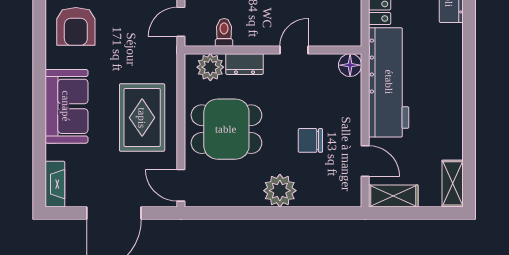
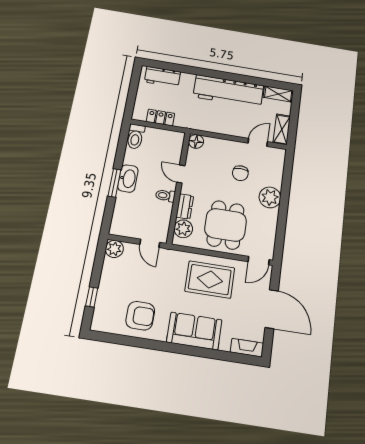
toilet: (224, 32) -> (165, 196), moved
workbench: (389, 82) -> (228, 91), moved, turned 180

